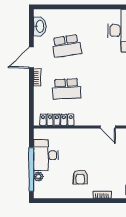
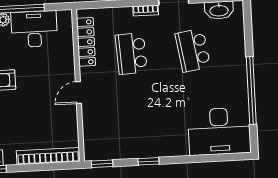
window: (97, 7) -> (251, 91), added
door: (108, 127) -> (78, 92), moved

